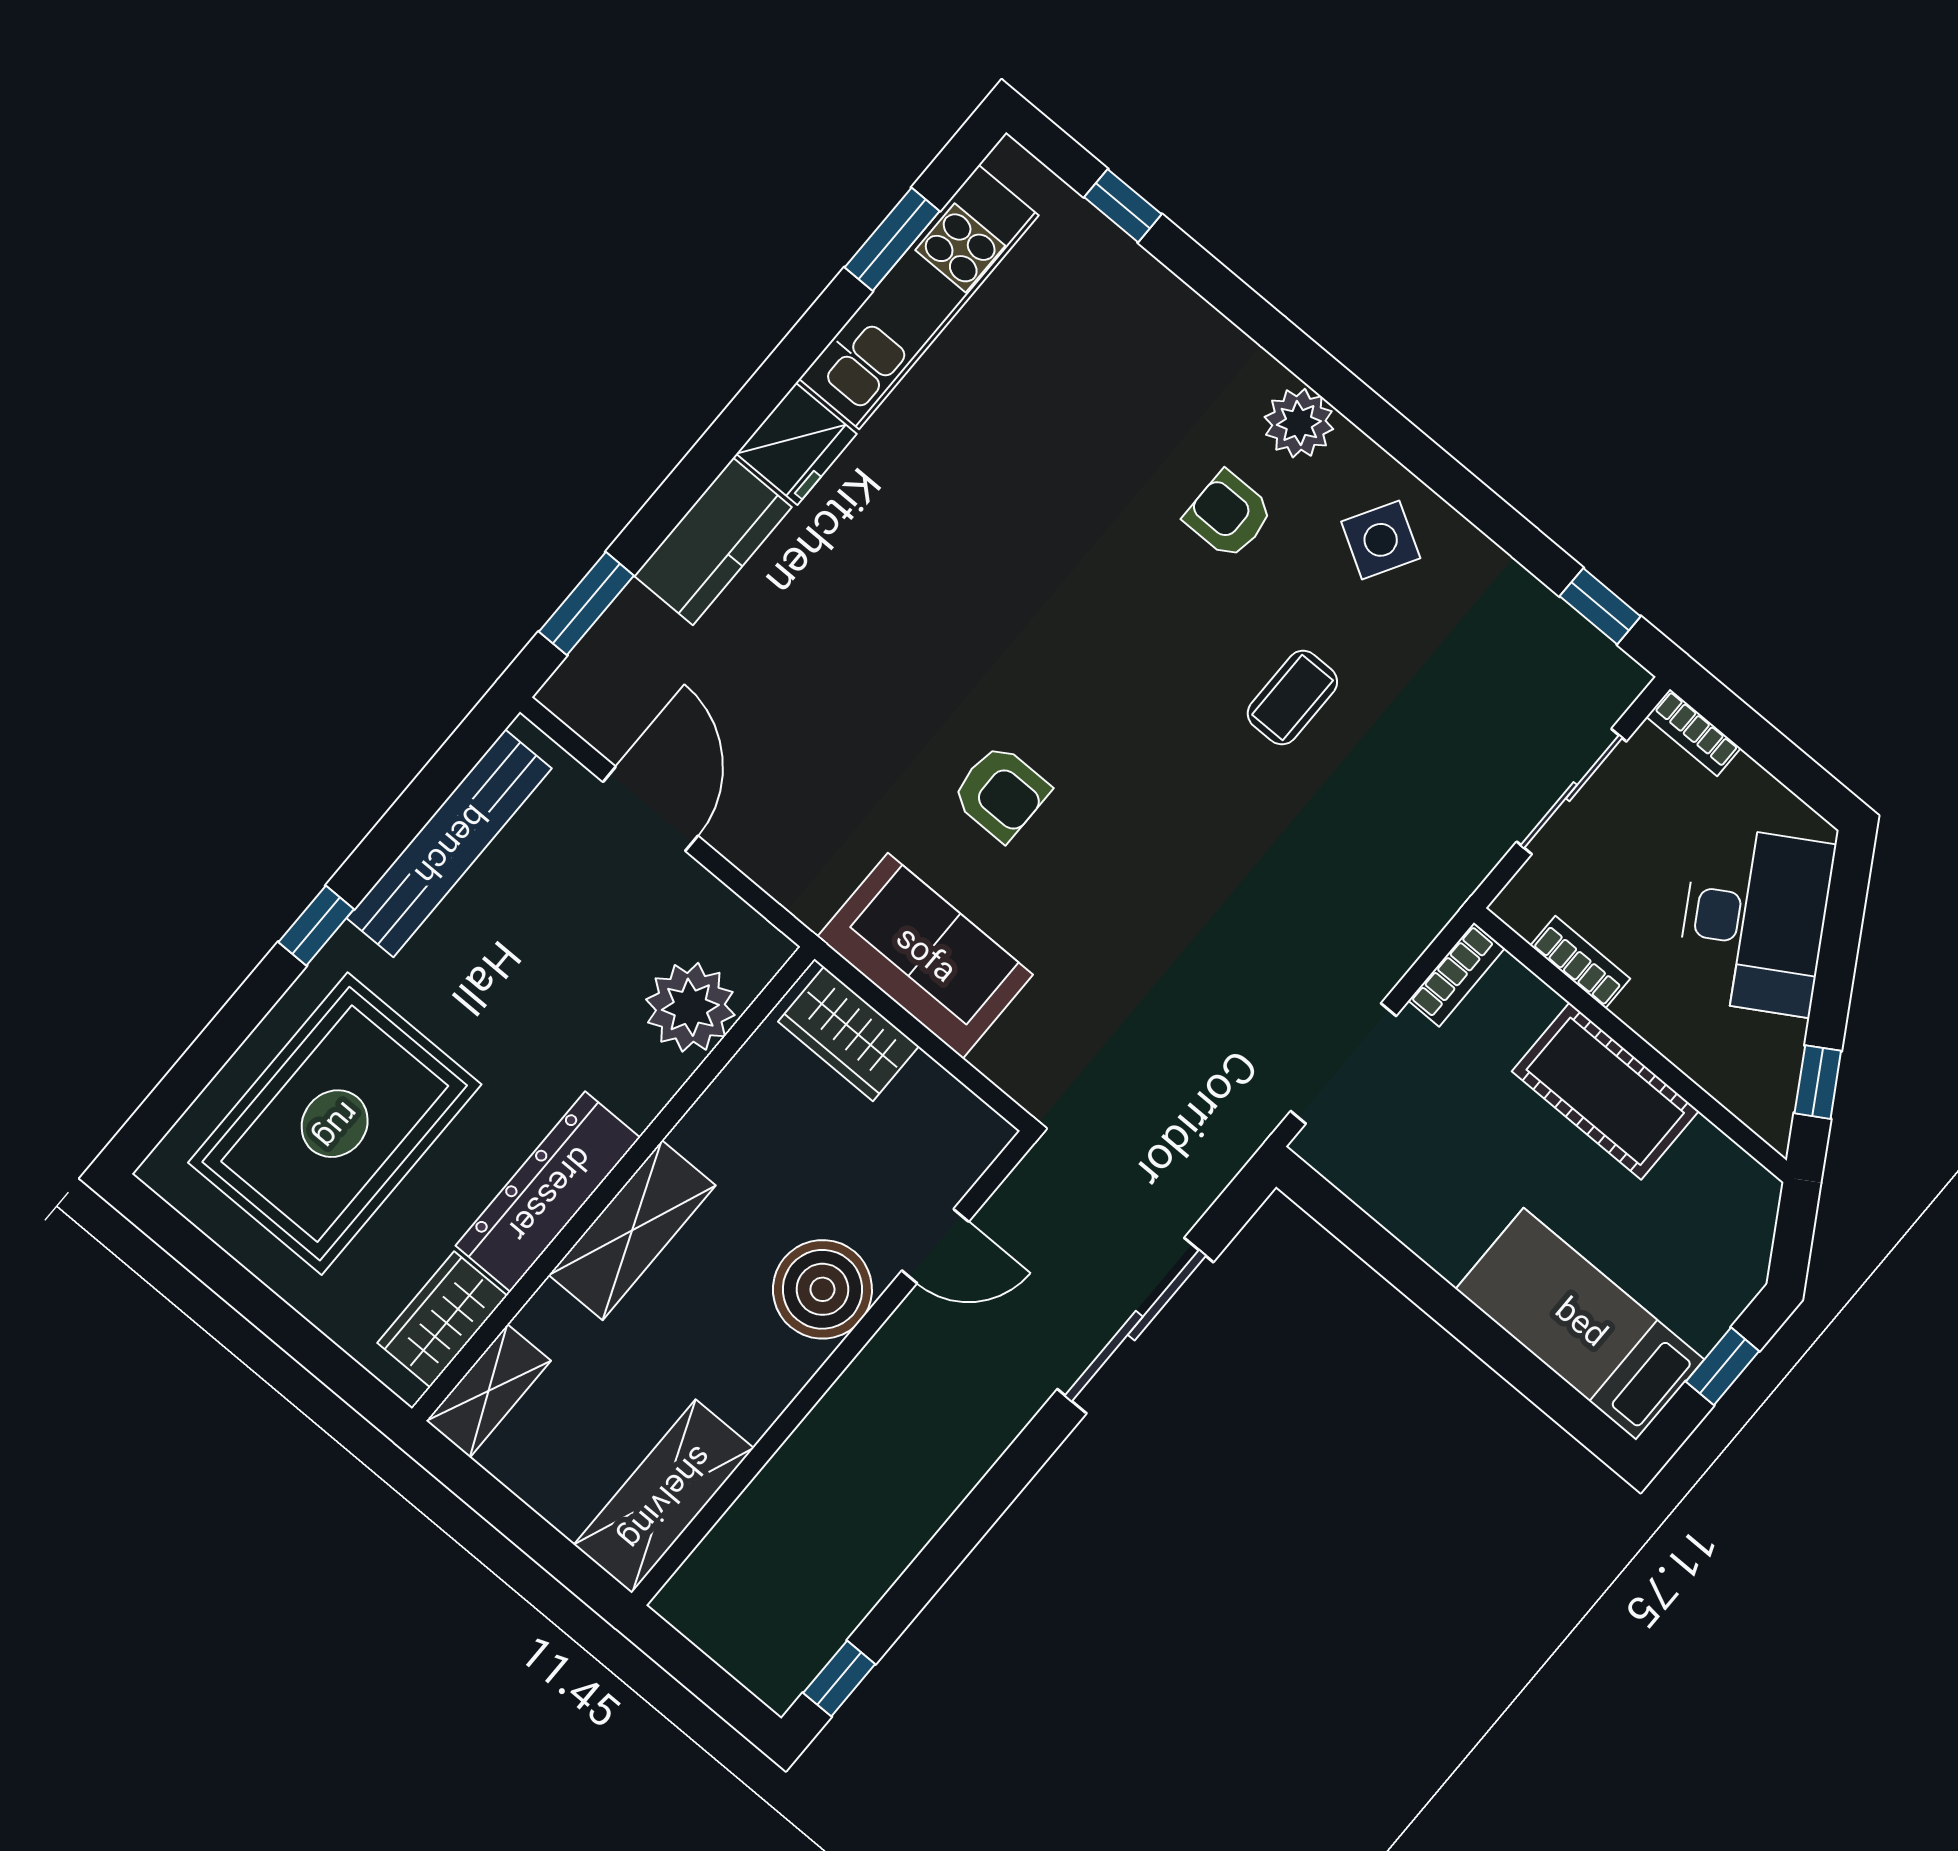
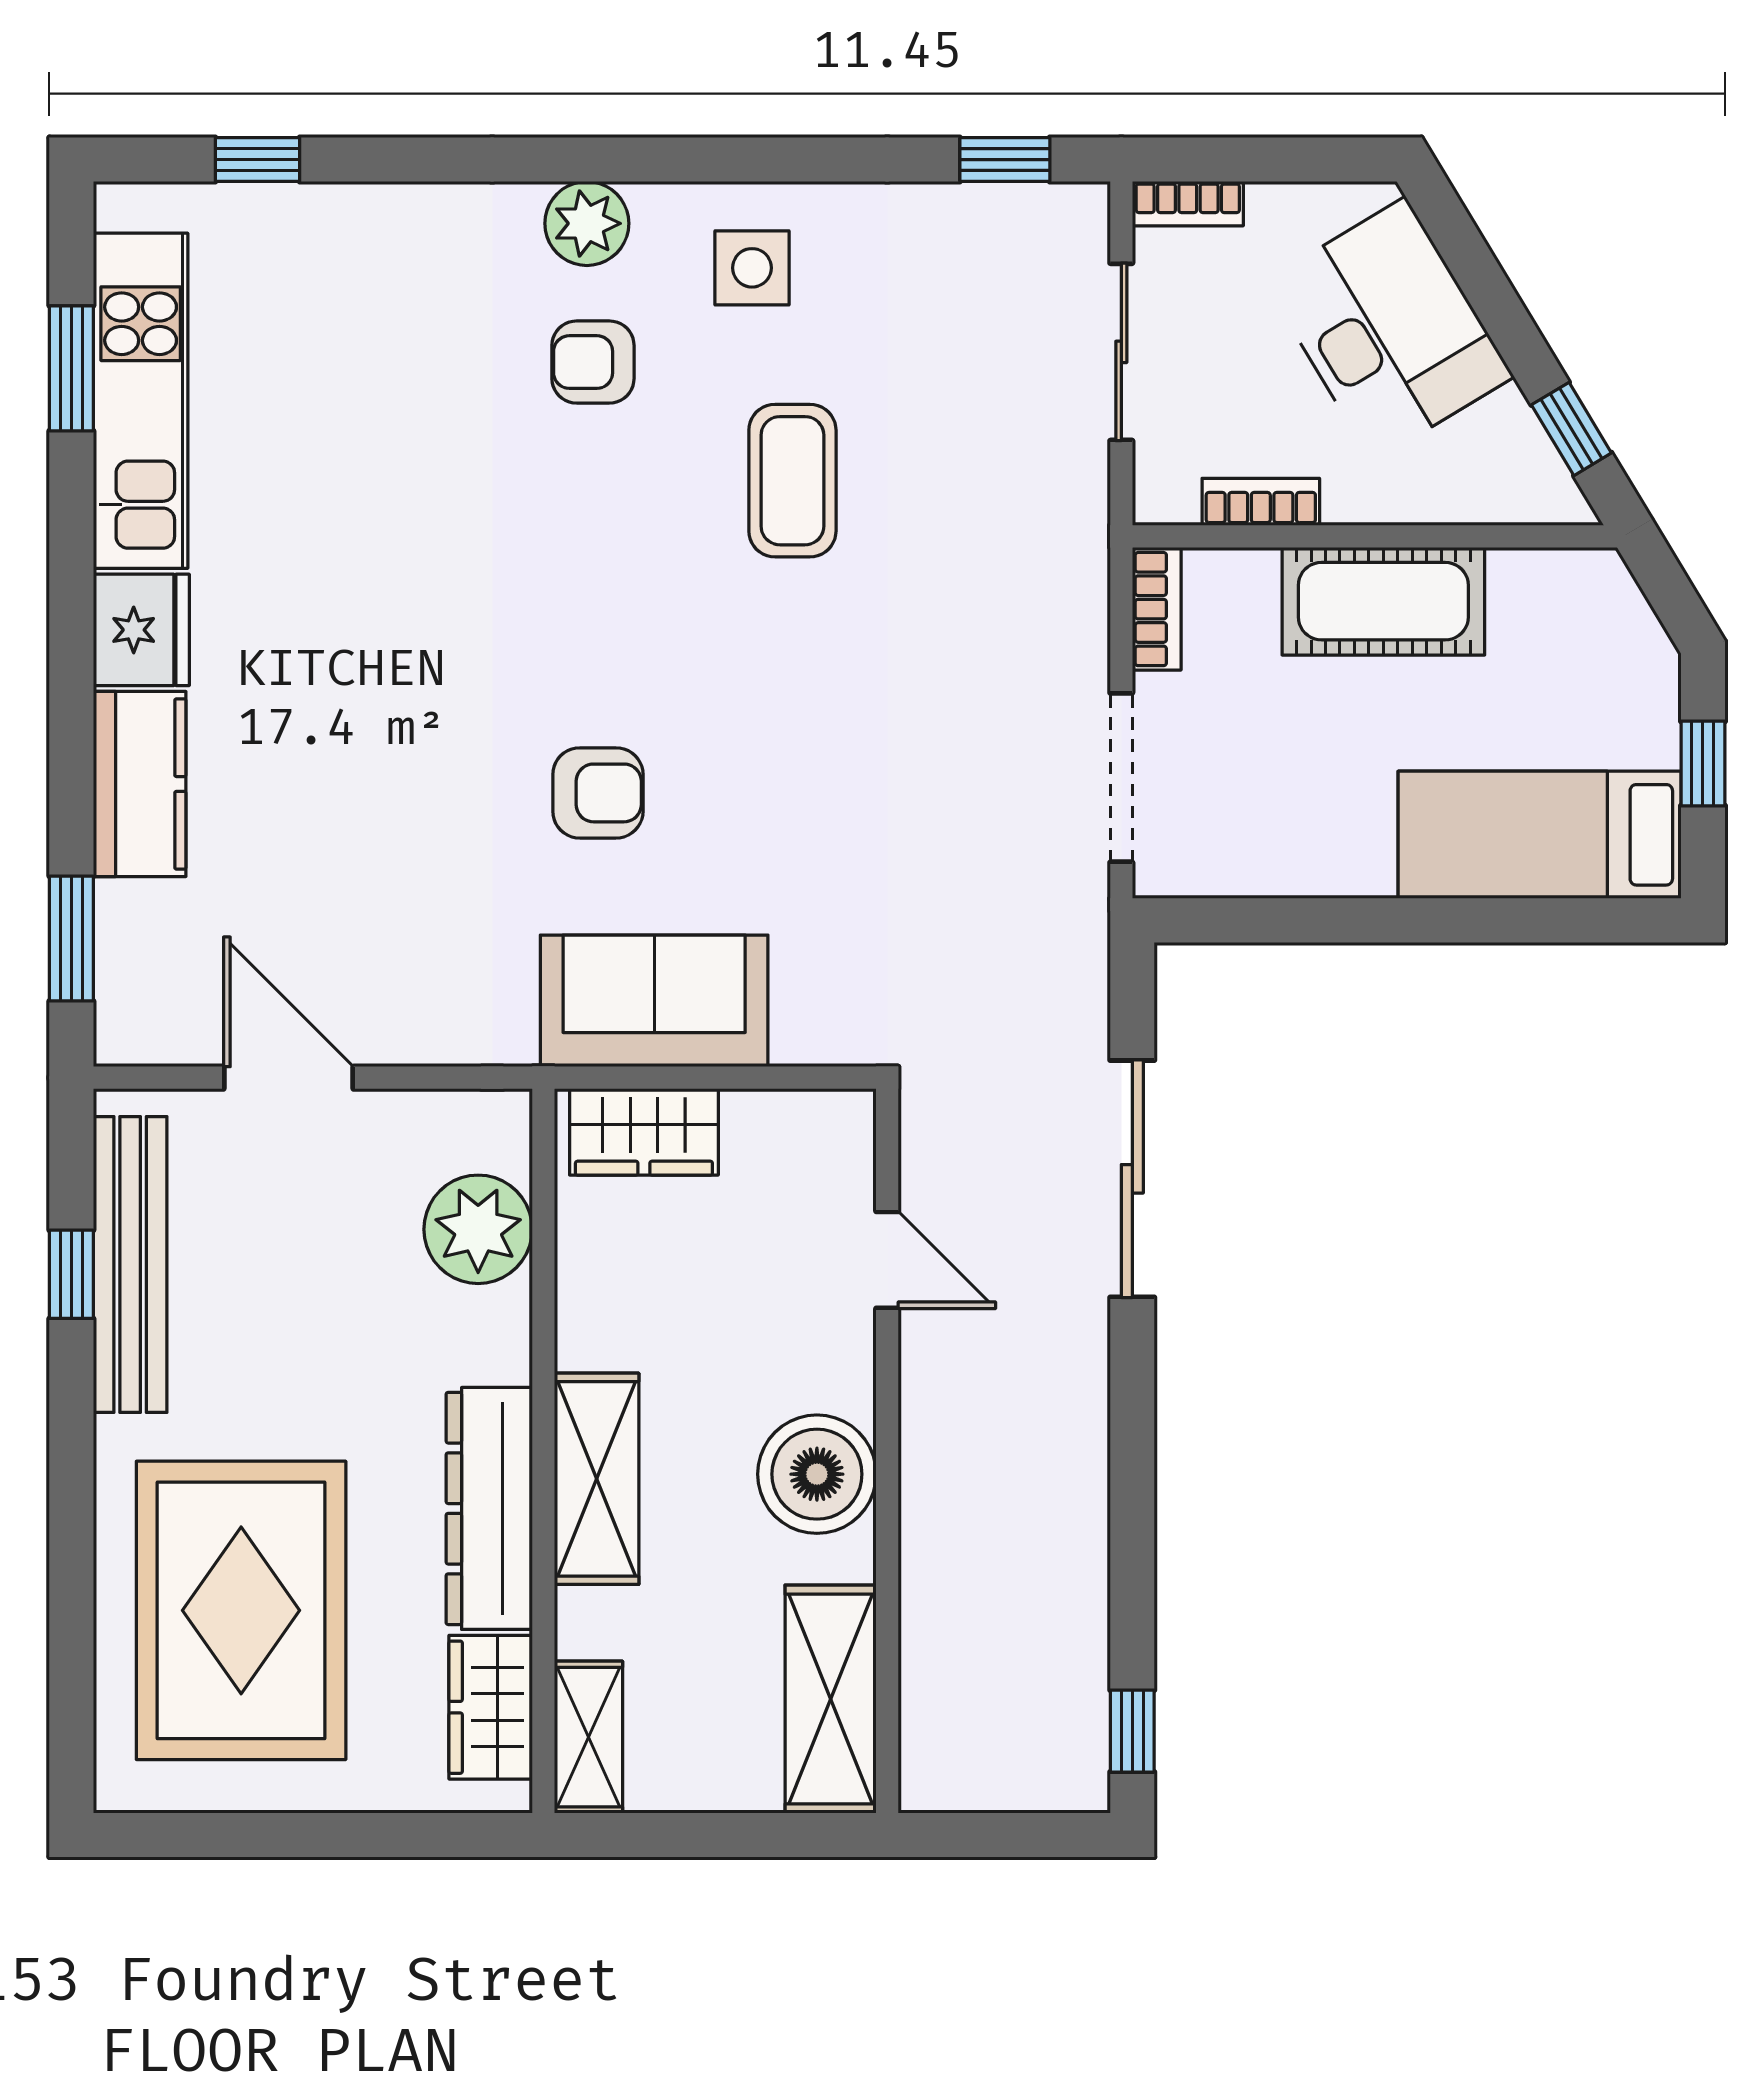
side table: (1381, 540) -> (752, 268), turned -30
coffee table: (1292, 698) -> (792, 481), width x1.36, depth x1.30
window: (316, 926) -> (71, 1274), moved
door: (935, 1246) -> (887, 1260), hinge flipped
boiler: (822, 1289) -> (817, 1474), moved

